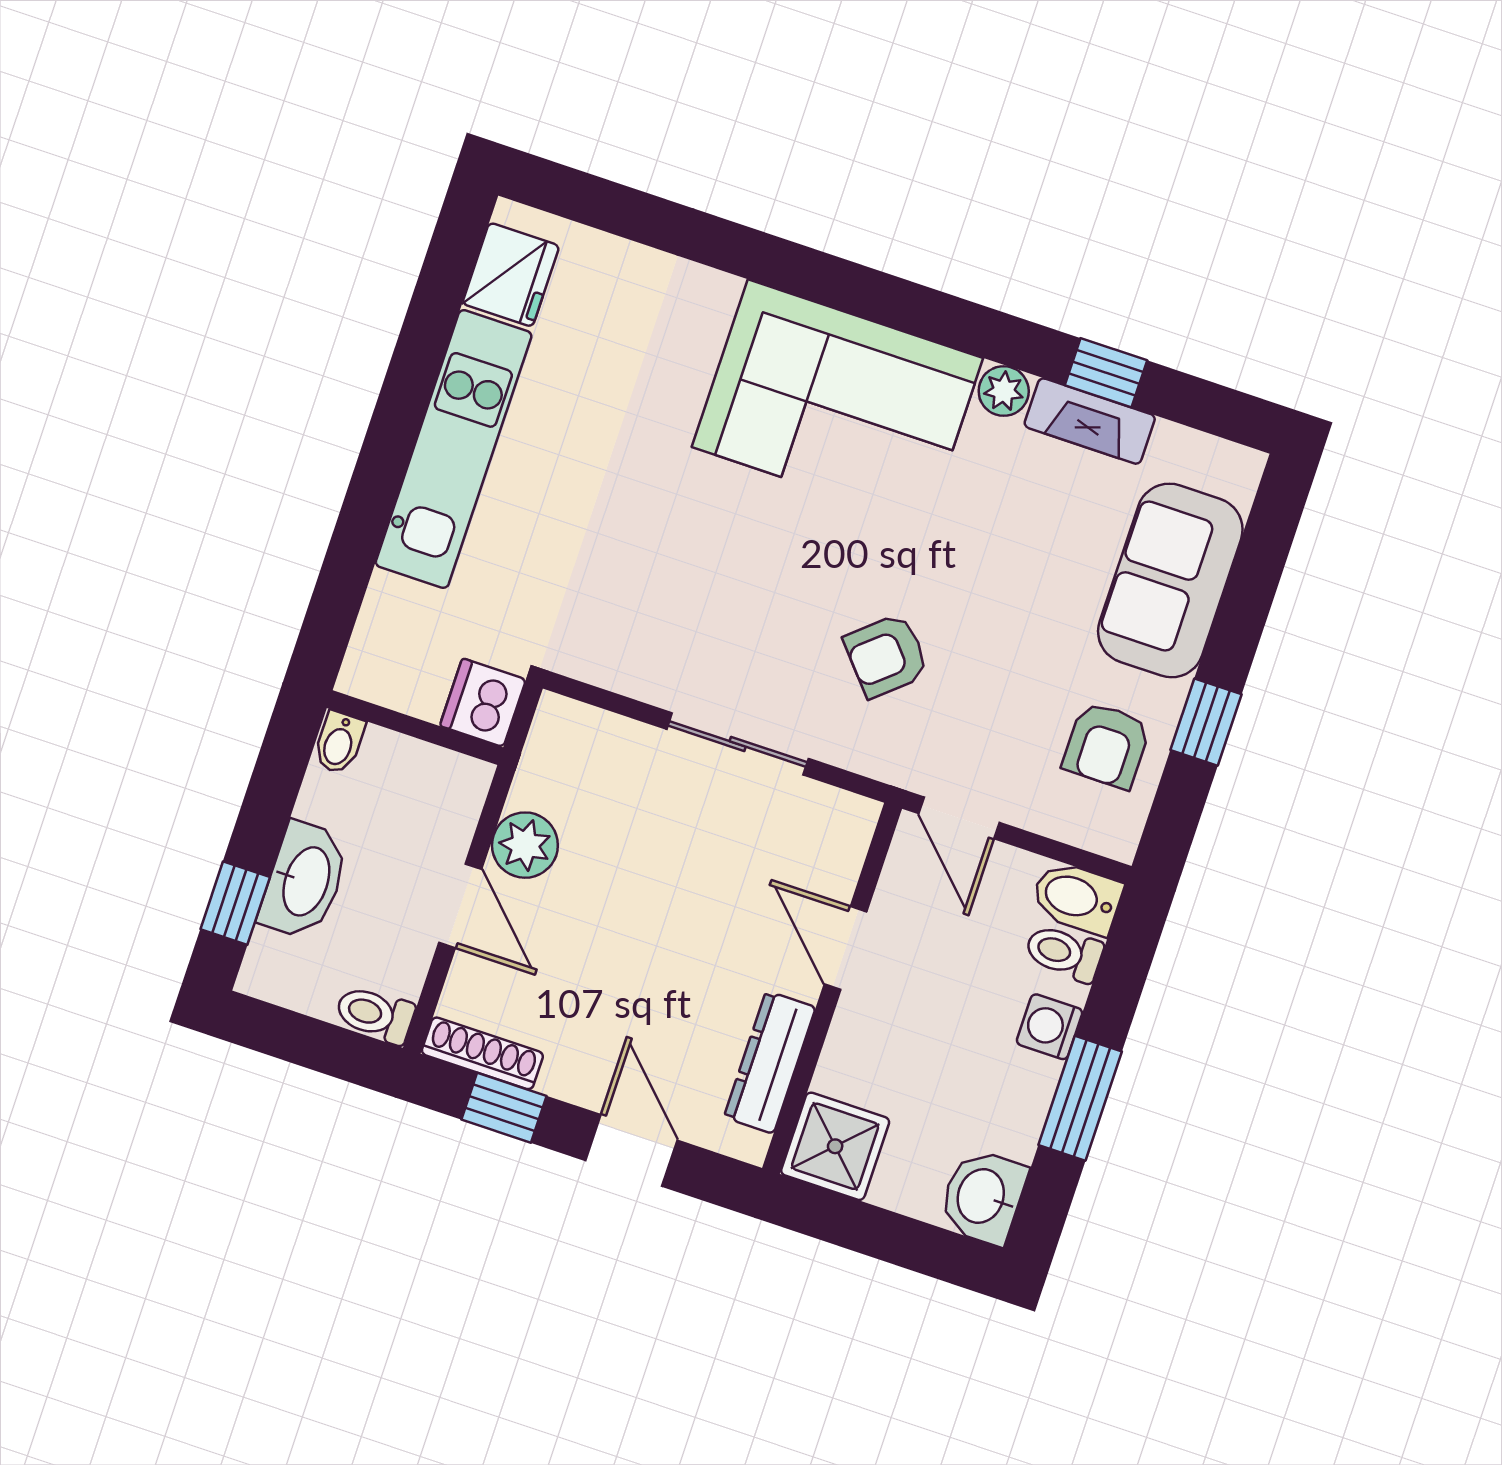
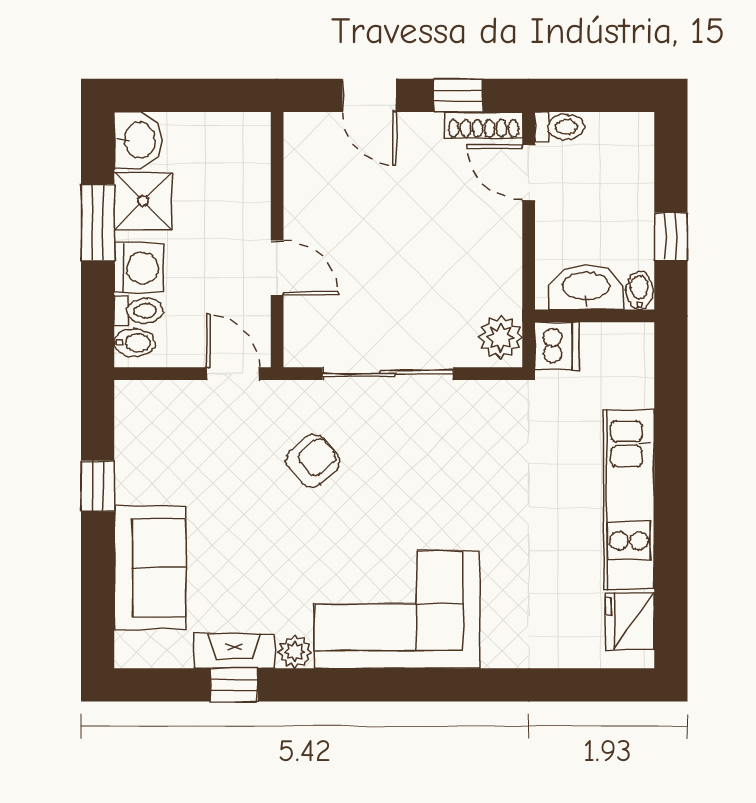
sliding door: (738, 744) -> (388, 374), width x1.37
armchair: (1106, 745) -> (156, 451), removed
plant: (525, 845) -> (501, 337), moved
washbasin: (304, 881) -> (586, 287), moved, turned 90
bidet: (1077, 898) -> (135, 343), width x0.72, depth x0.74
window: (235, 903) -> (671, 237), moved
door: (460, 906) -> (529, 173), moved
washing machine: (1050, 1027) -> (139, 268), width x1.38, depth x1.38
dresser: (770, 1062) -> (301, 180), removed
shower: (835, 1146) -> (143, 201), moved

